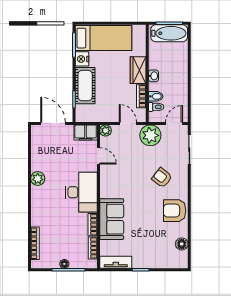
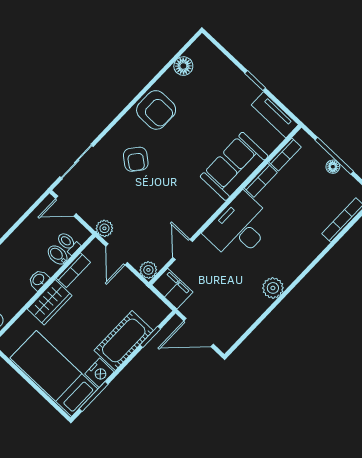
door: (53, 123) -> (199, 332), hinge flipped
plant: (150, 135) -> (104, 228), width x0.53, depth x0.53

